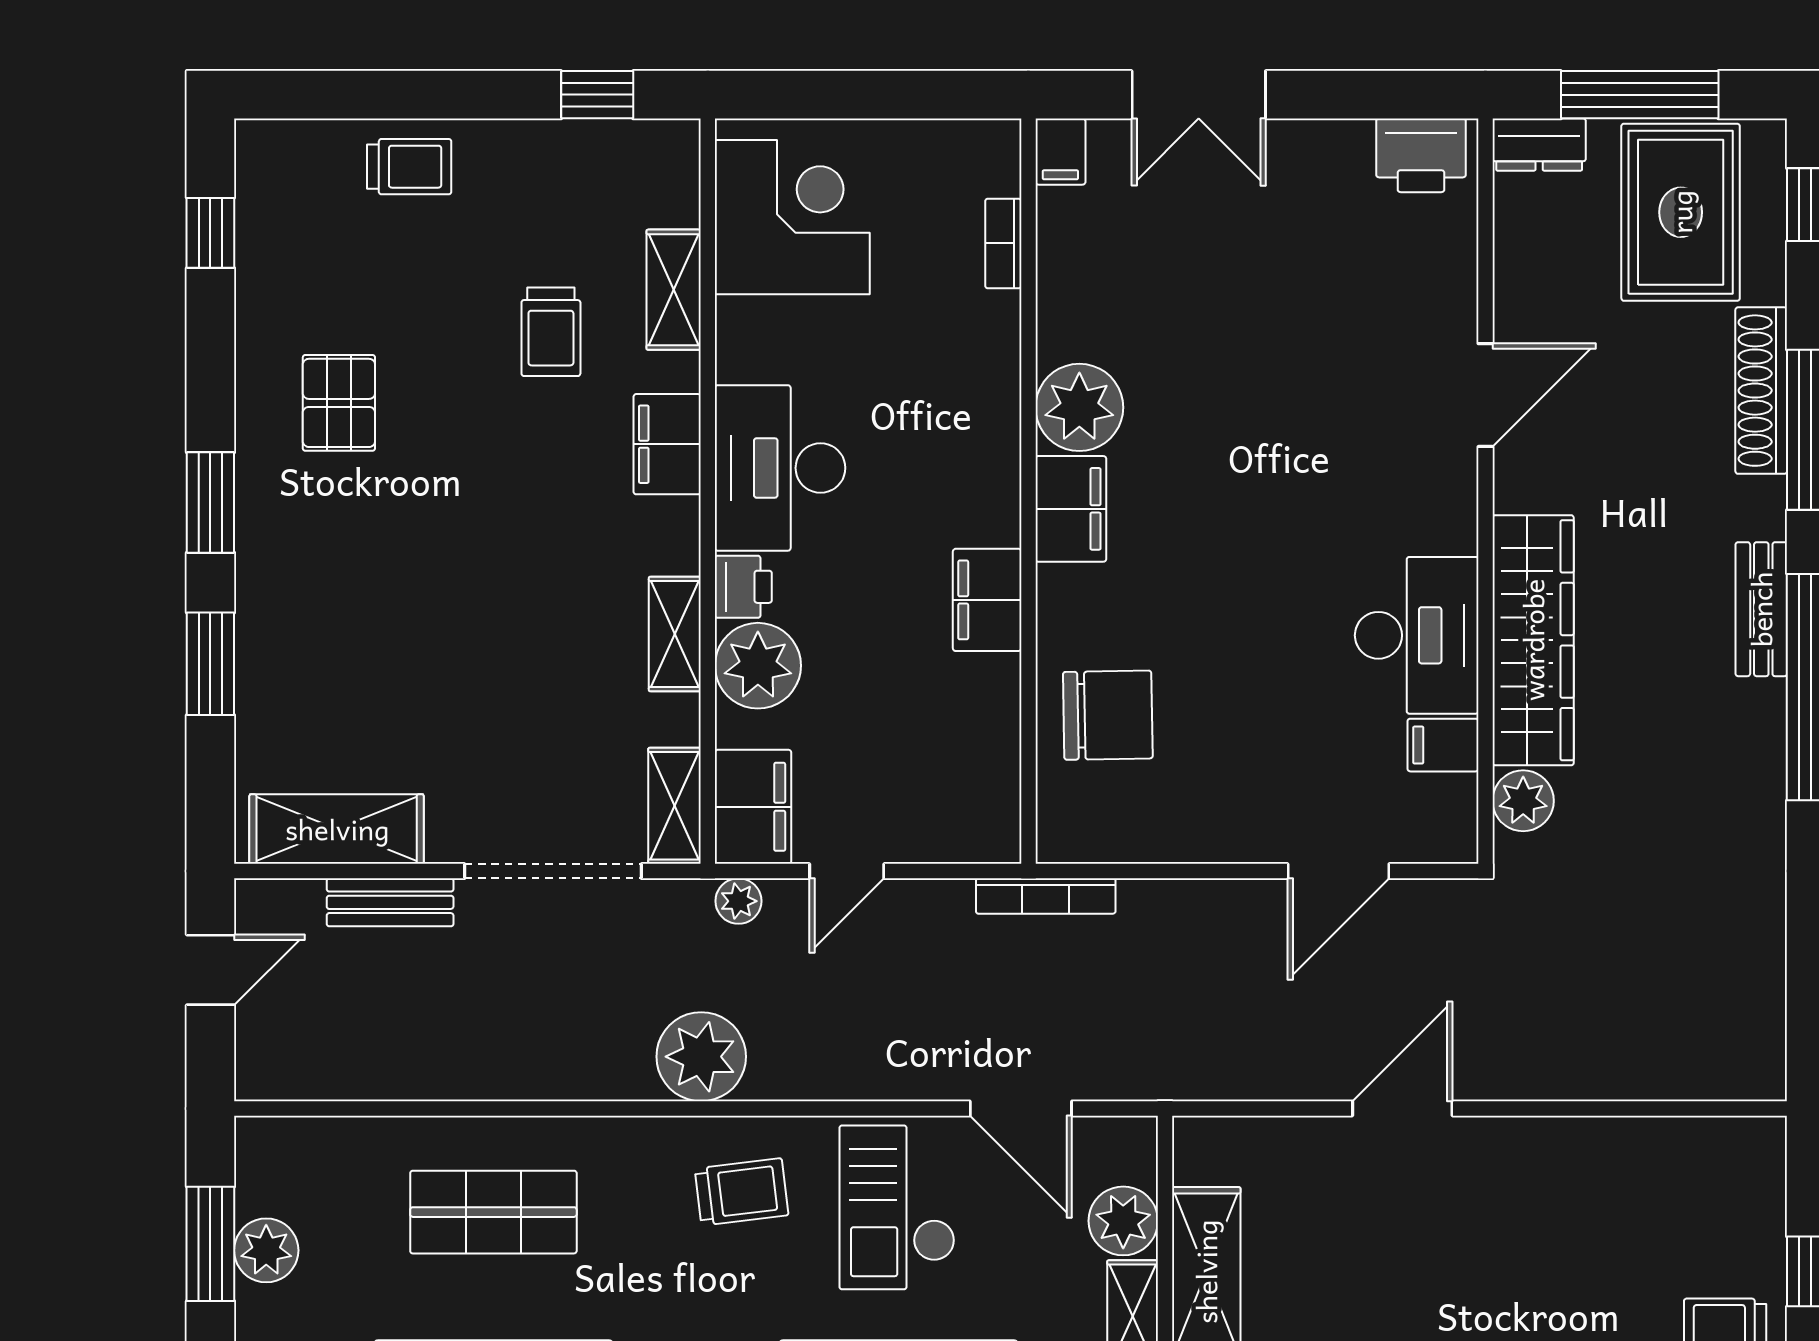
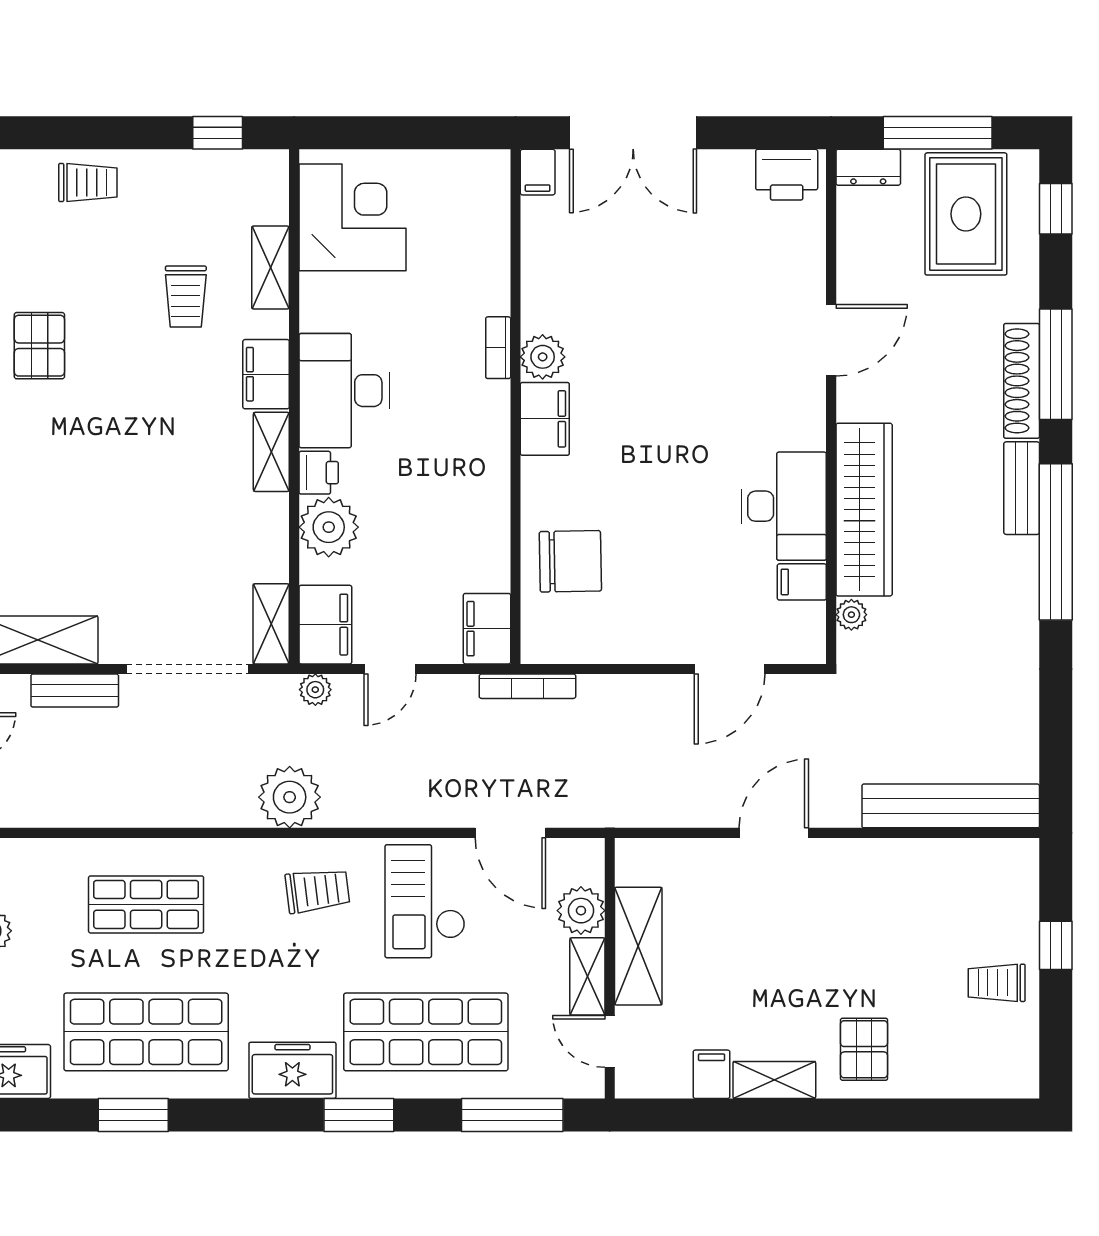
double door: (1199, 95) -> (633, 133), width x1.37
bookcase: (1003, 243) -> (498, 348), moved
shoe rack: (1761, 391) -> (1022, 381), moved
plant: (1079, 407) -> (543, 357), width x0.73, depth x0.73
filing cabinet: (987, 600) -> (487, 629), moved
shelving: (675, 634) -> (271, 452), moved
plant: (1523, 801) -> (851, 615), width x0.73, depth x0.73
bench: (1659, 1069) -> (951, 806), added

